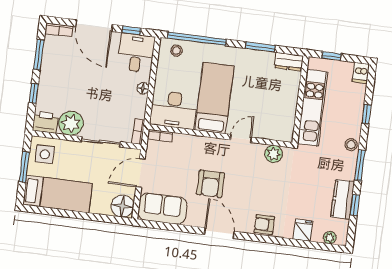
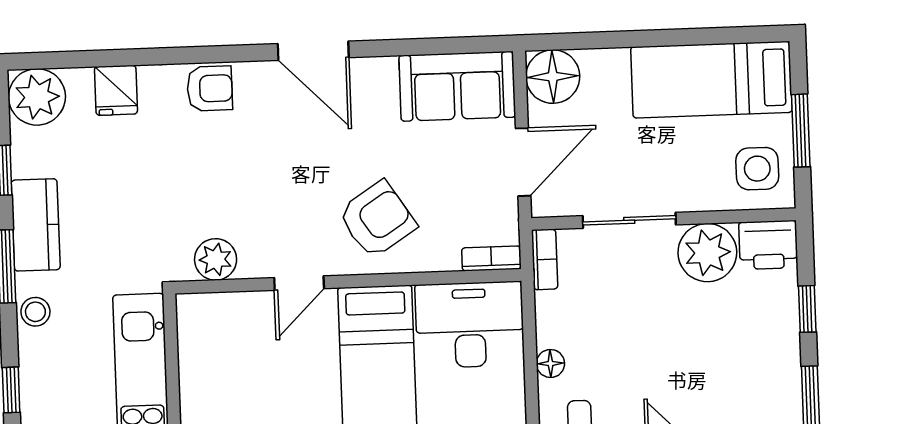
armchair: (210, 184) -> (377, 219), moved, turned 57
kitchen counter: (343, 199) -> (36, 225), moved
plant: (330, 238) -> (37, 97), width x1.88, depth x1.88

